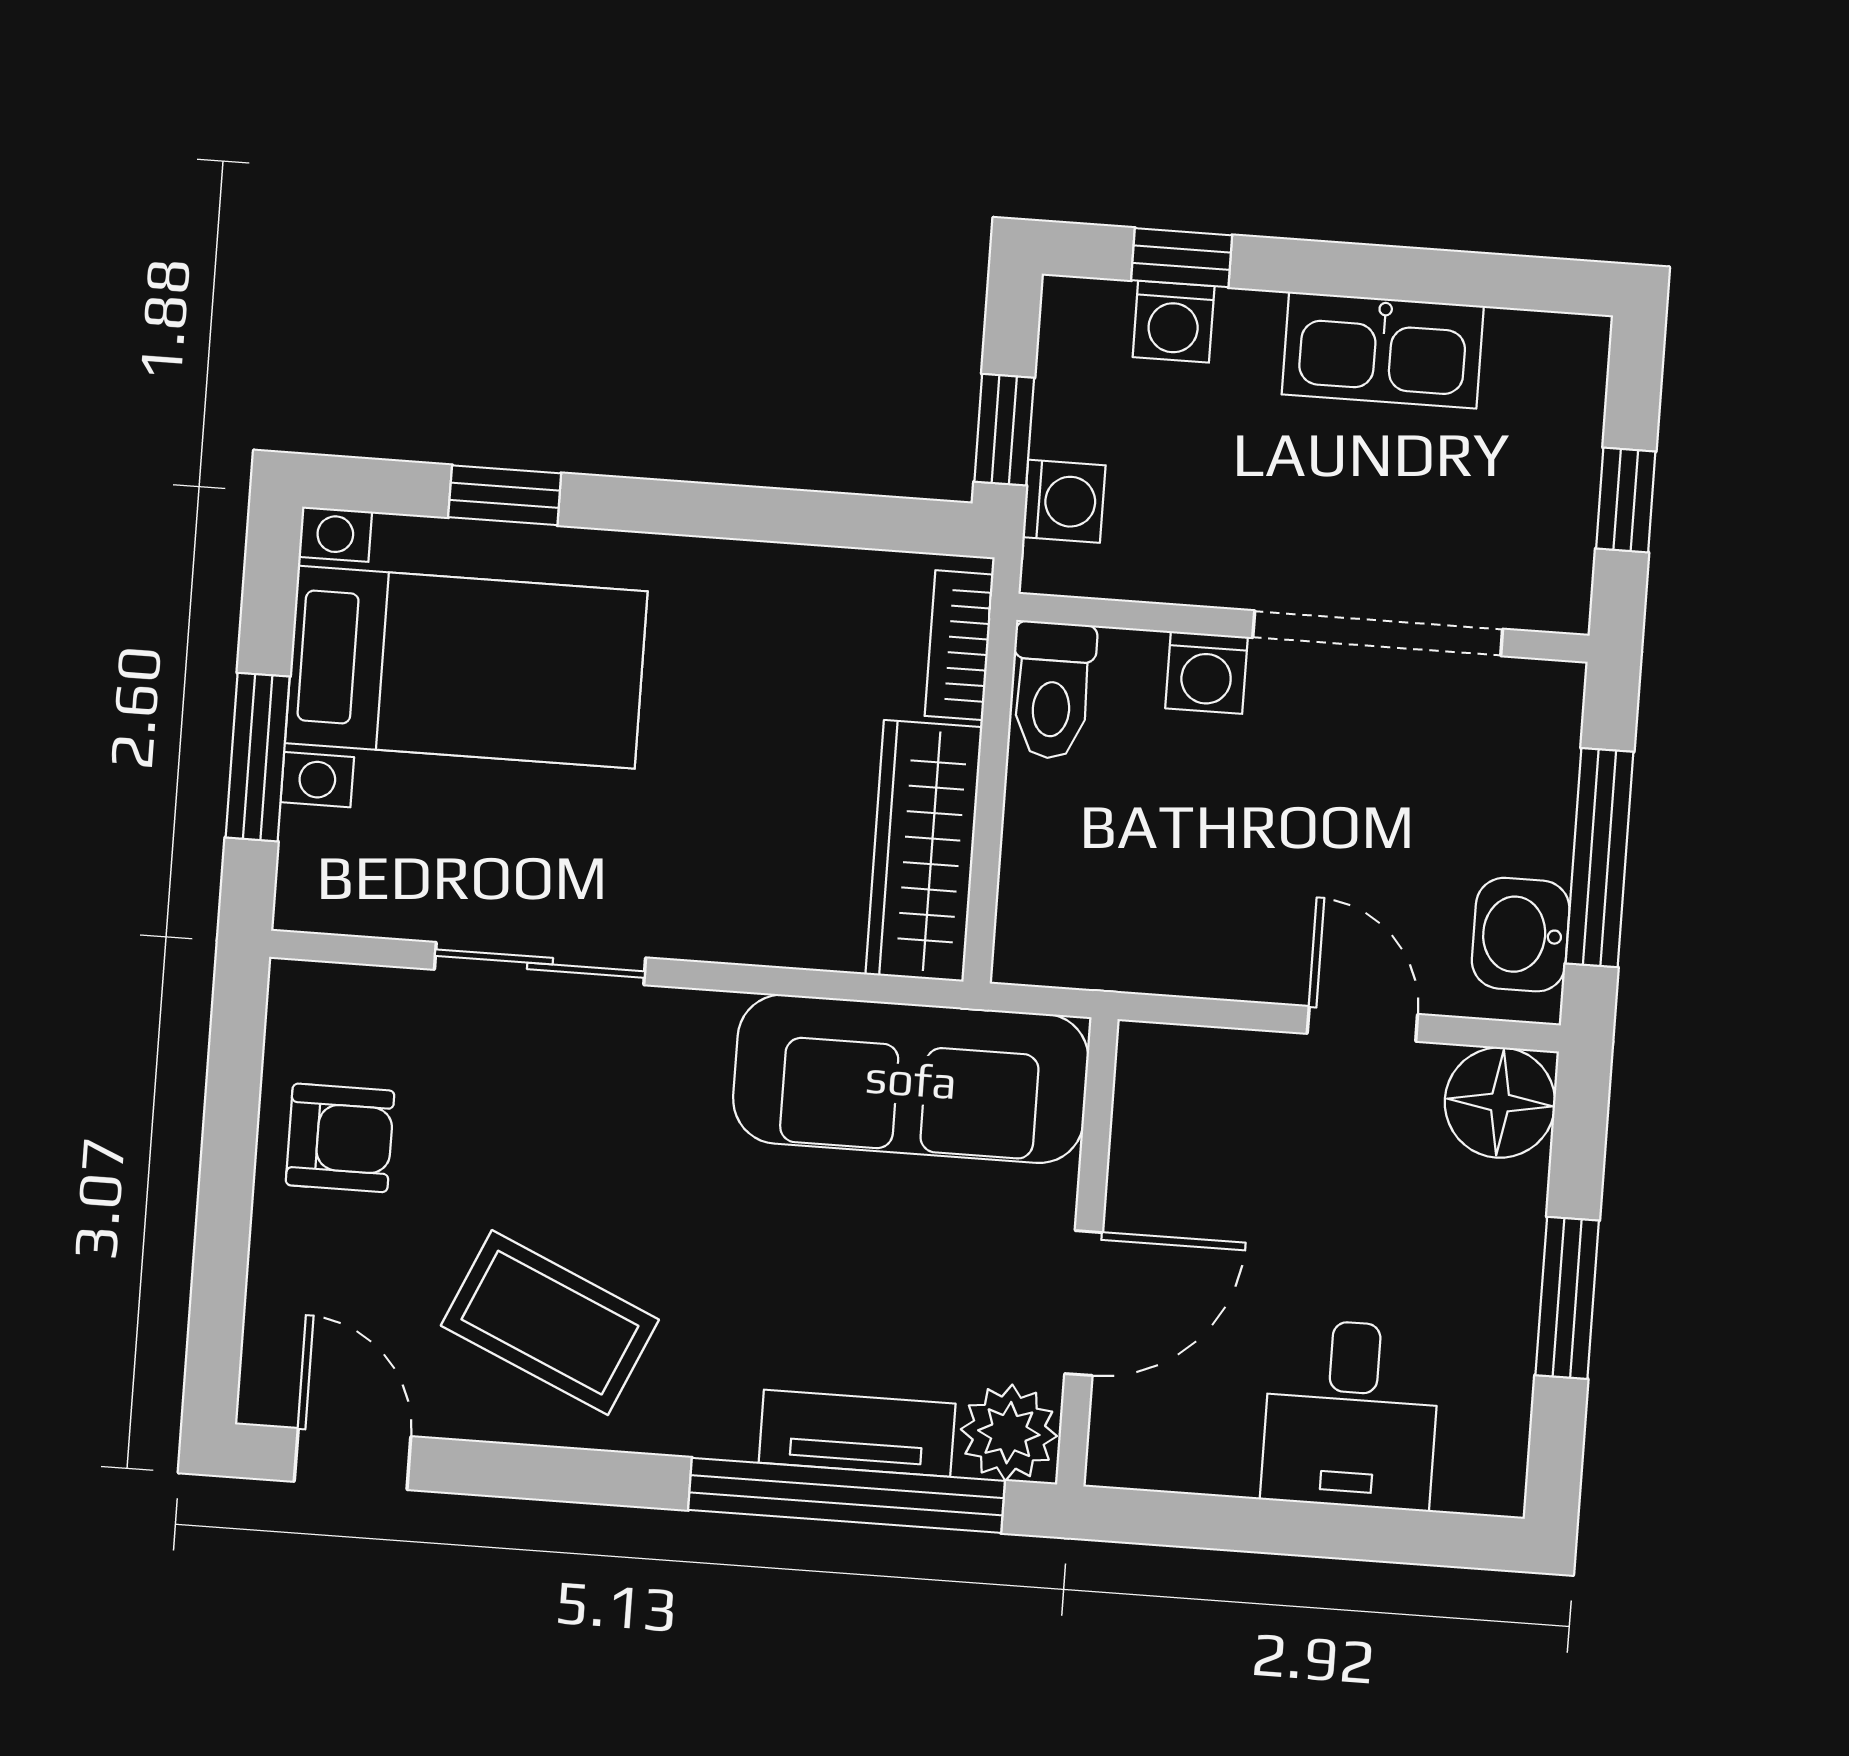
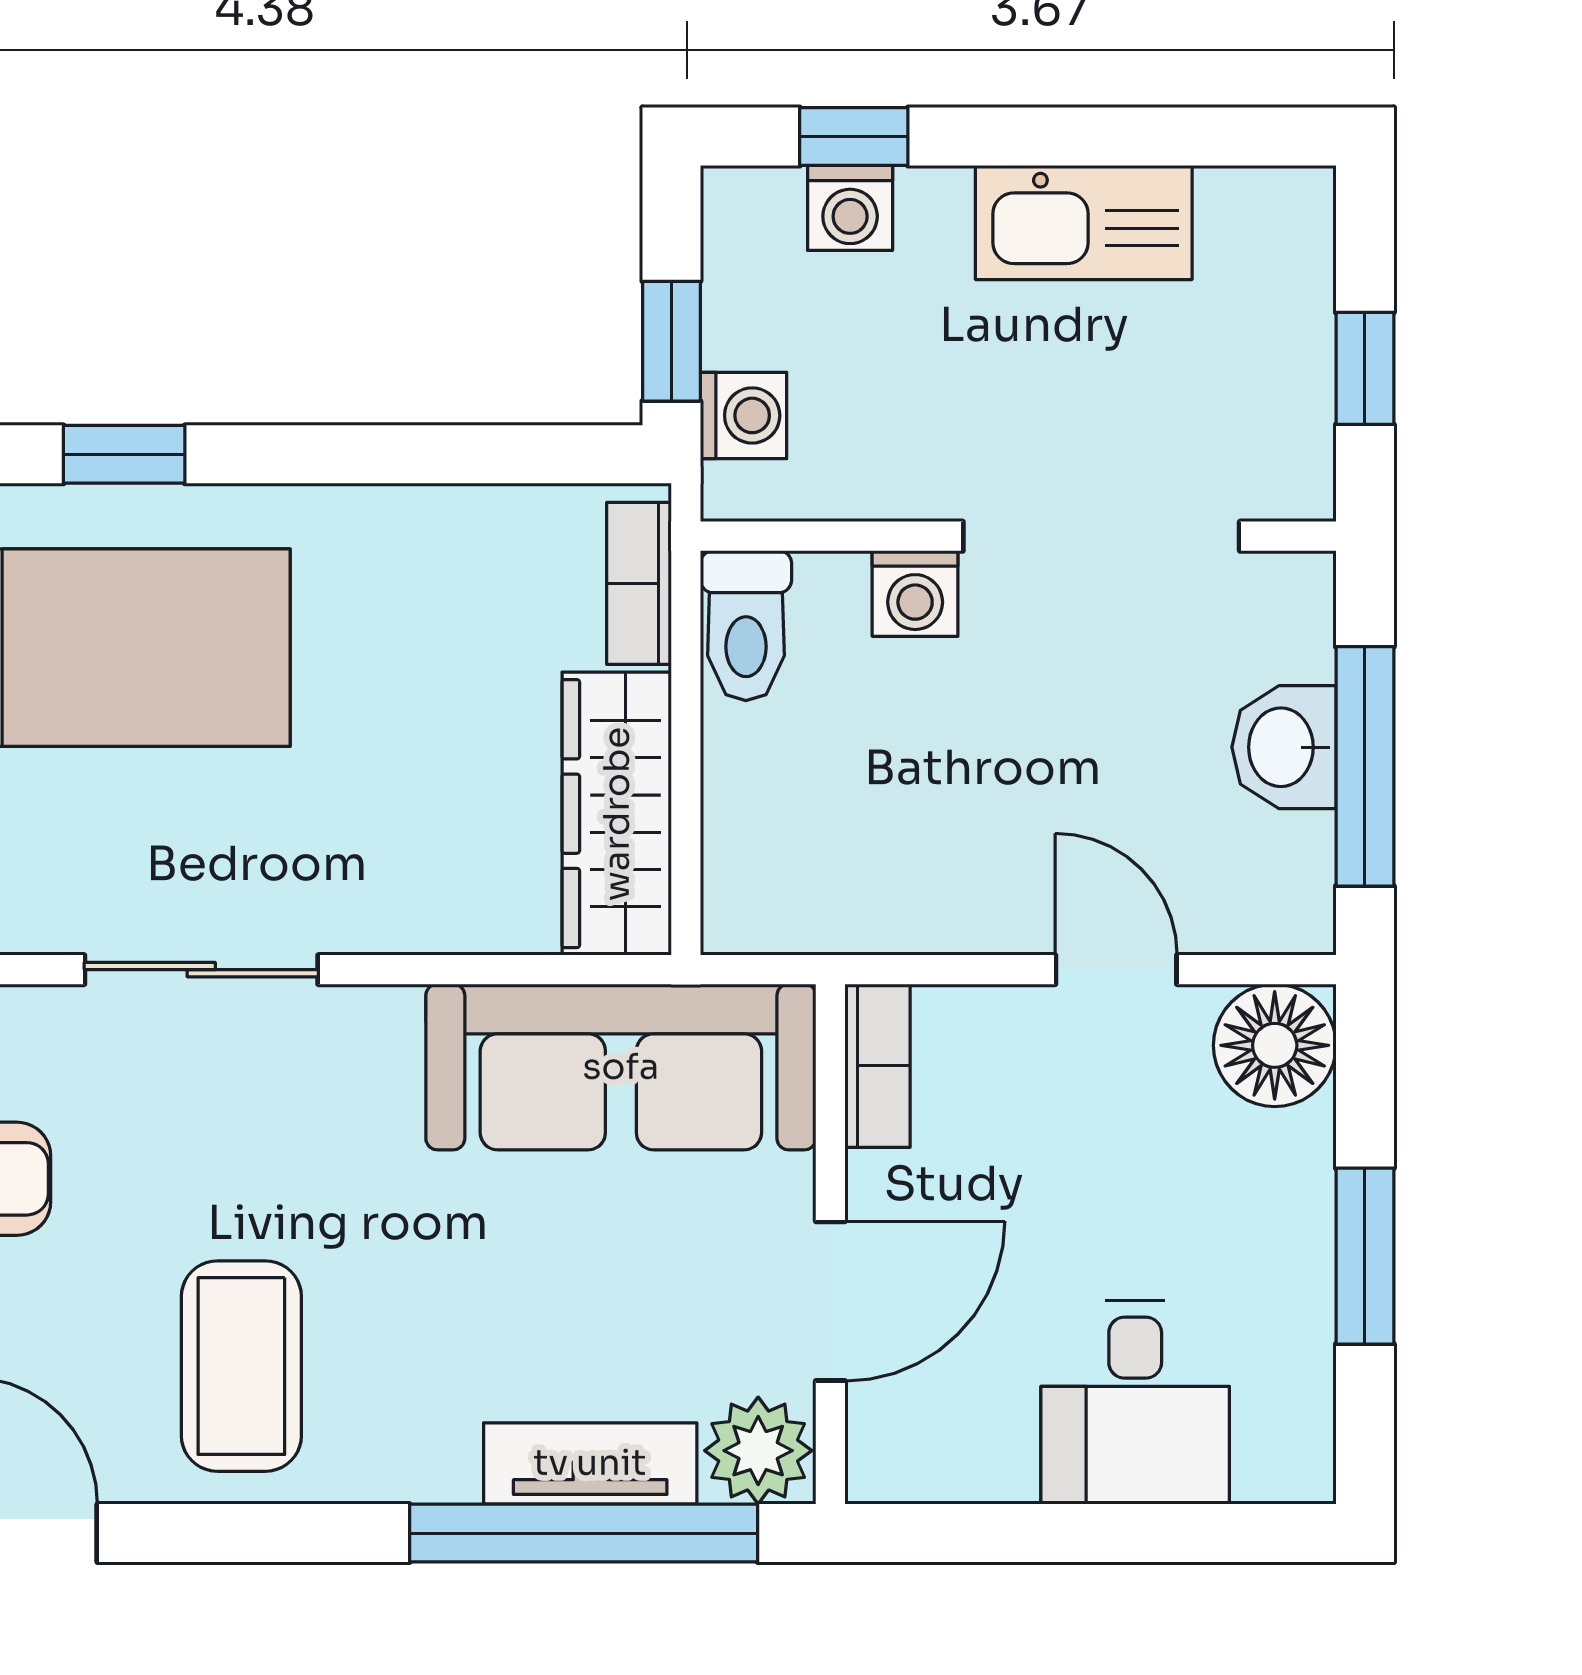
washbasin: (1521, 935) -> (1284, 747), moved
bookcase: (1142, 1095) -> (877, 1066), added
coffee table: (550, 1323) -> (241, 1366), turned 66

